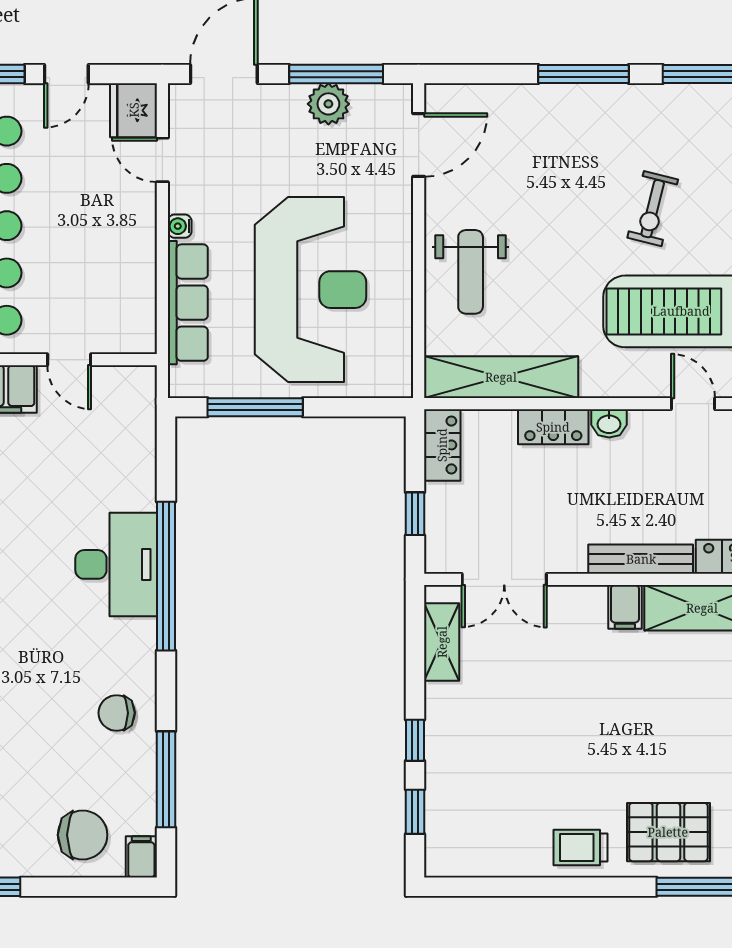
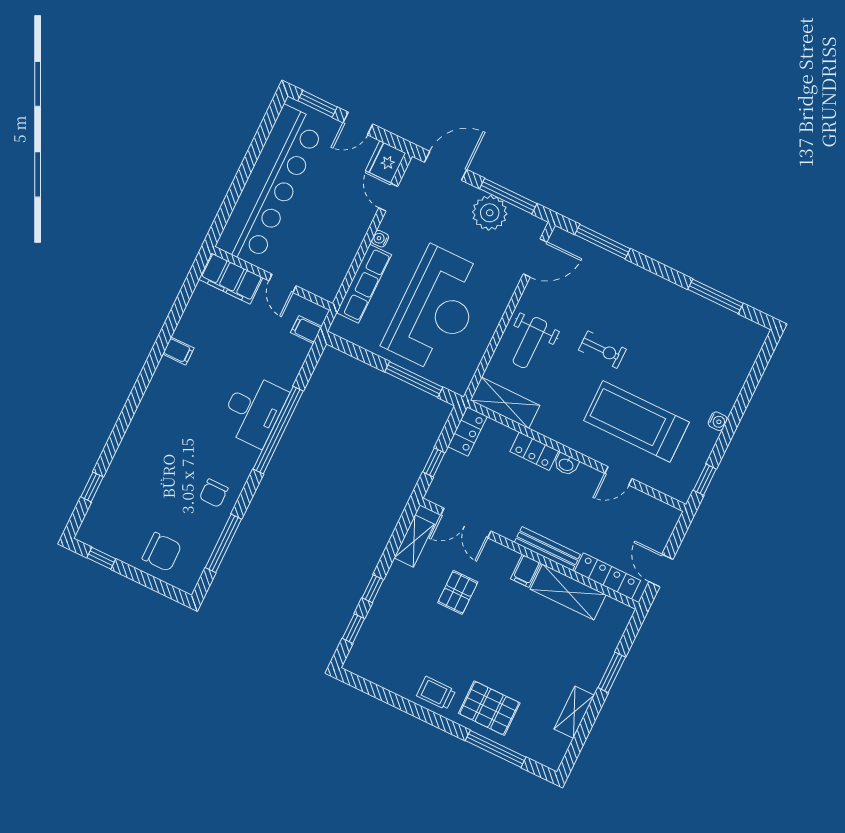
window: (583, 74) -> (602, 242), moved
plant: (328, 104) -> (490, 213), width x1.36, depth x1.36
exercise bike: (653, 209) -> (602, 350), moved, turned -104
shelving: (501, 377) -> (505, 403), width x0.68
door: (693, 404) -> (618, 476), swing flipped
window: (255, 407) -> (414, 379), moved
pallet: (541, 686) -> (458, 592), added
chair: (117, 713) -> (214, 493), turned -90
filing cabinet: (141, 857) -> (306, 330), moved, turned -90

